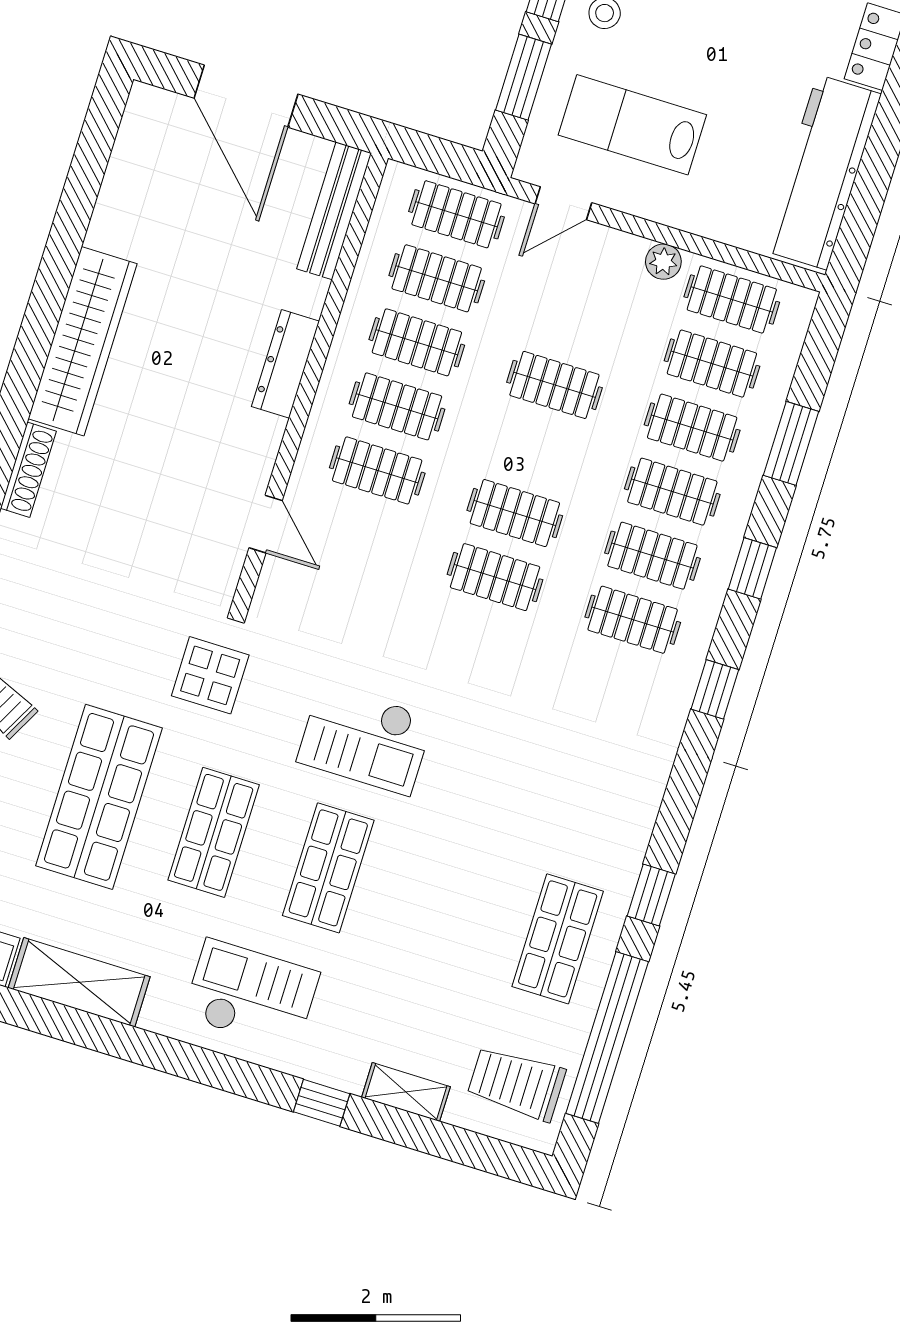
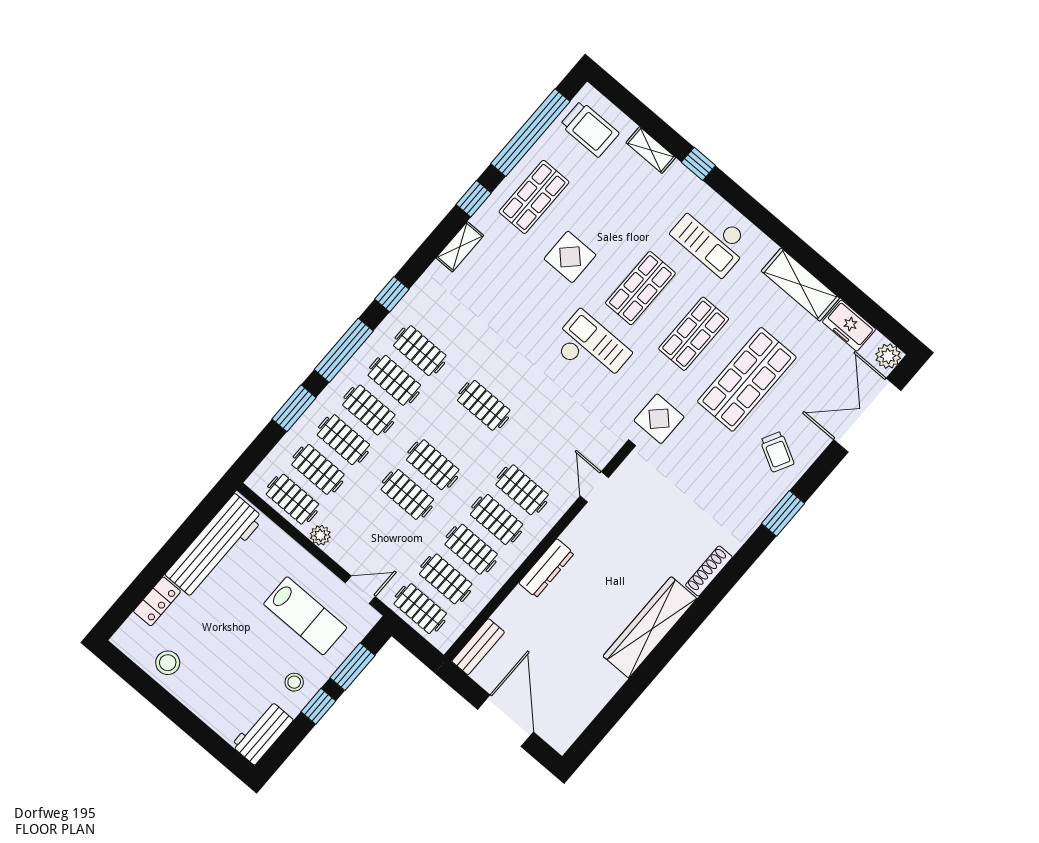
bench: (334, 211) -> (478, 647), width x0.73
clothes rail: (515, 513) -> (433, 465), moved
window: (752, 568) -> (344, 350), width x2.17
shelving: (640, 810) -> (460, 247), added
display table: (460, 869) -> (570, 257), added

